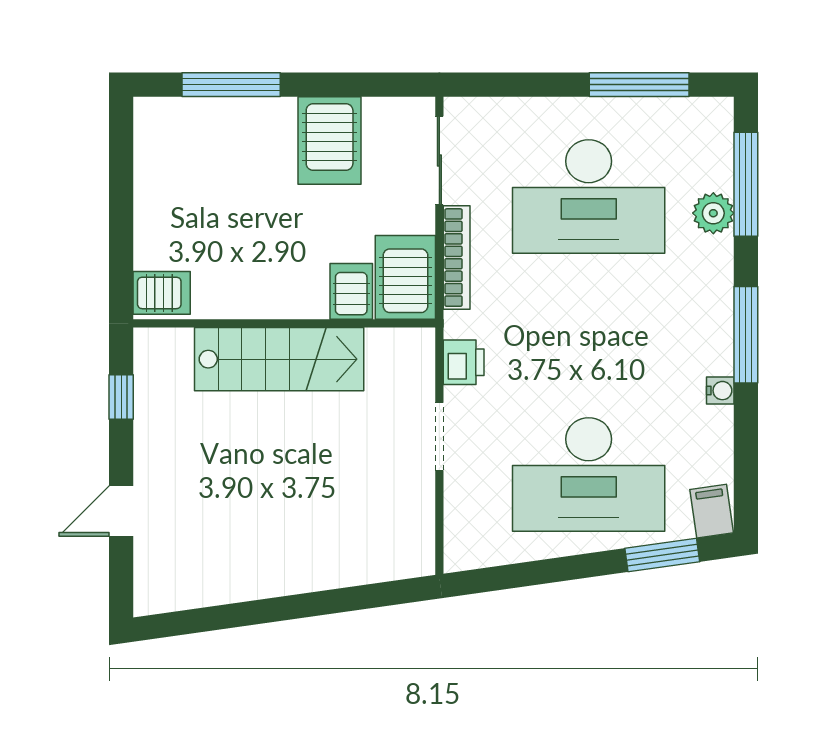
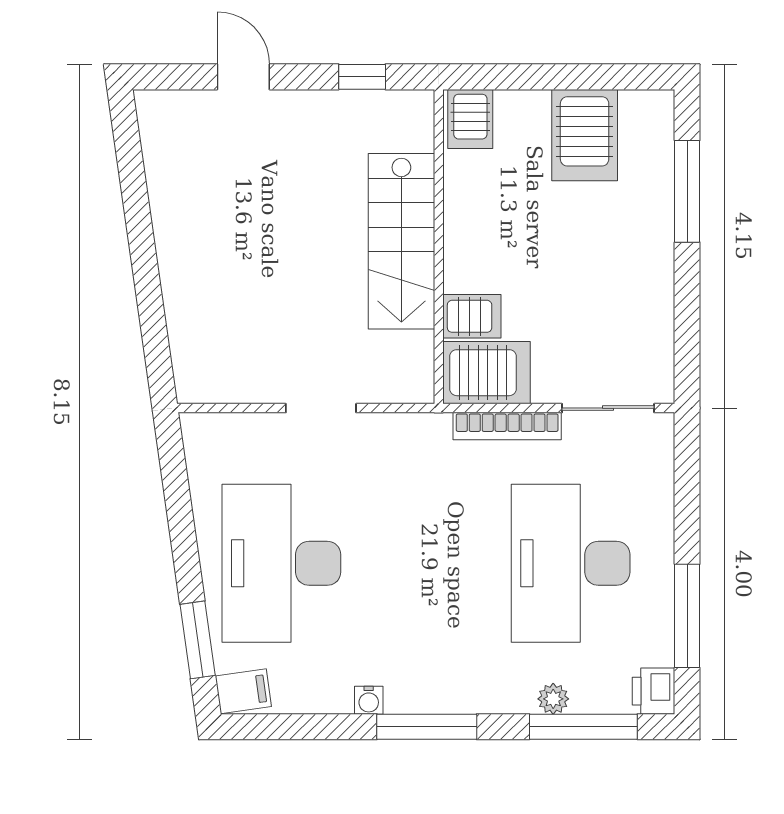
server rack: (330, 141) -> (585, 135), moved, turned -90
plant: (713, 213) -> (553, 699), width x0.73, depth x0.73
printer: (464, 362) -> (654, 691), moved, turned 90

